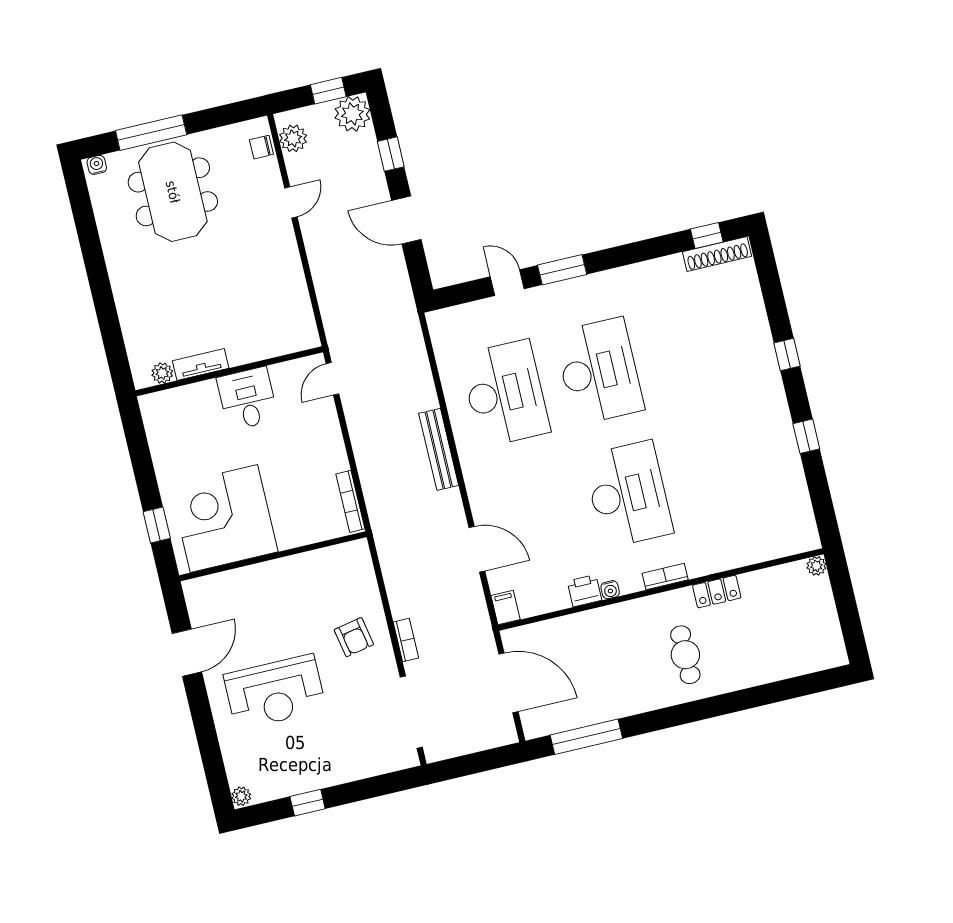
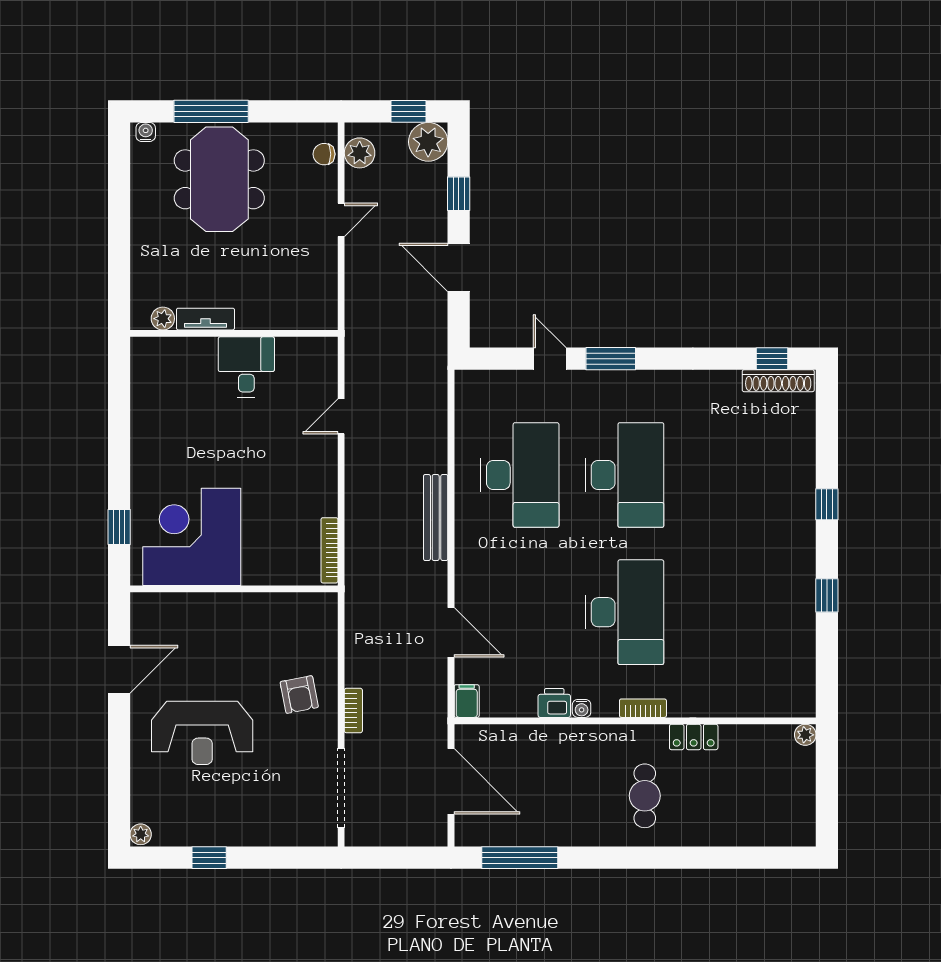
tv unit: (201, 364) -> (205, 319), moved
wall: (229, 371) -> (234, 333), moved
plant: (162, 373) -> (163, 319), moved
desk: (247, 399) -> (246, 367), moved

